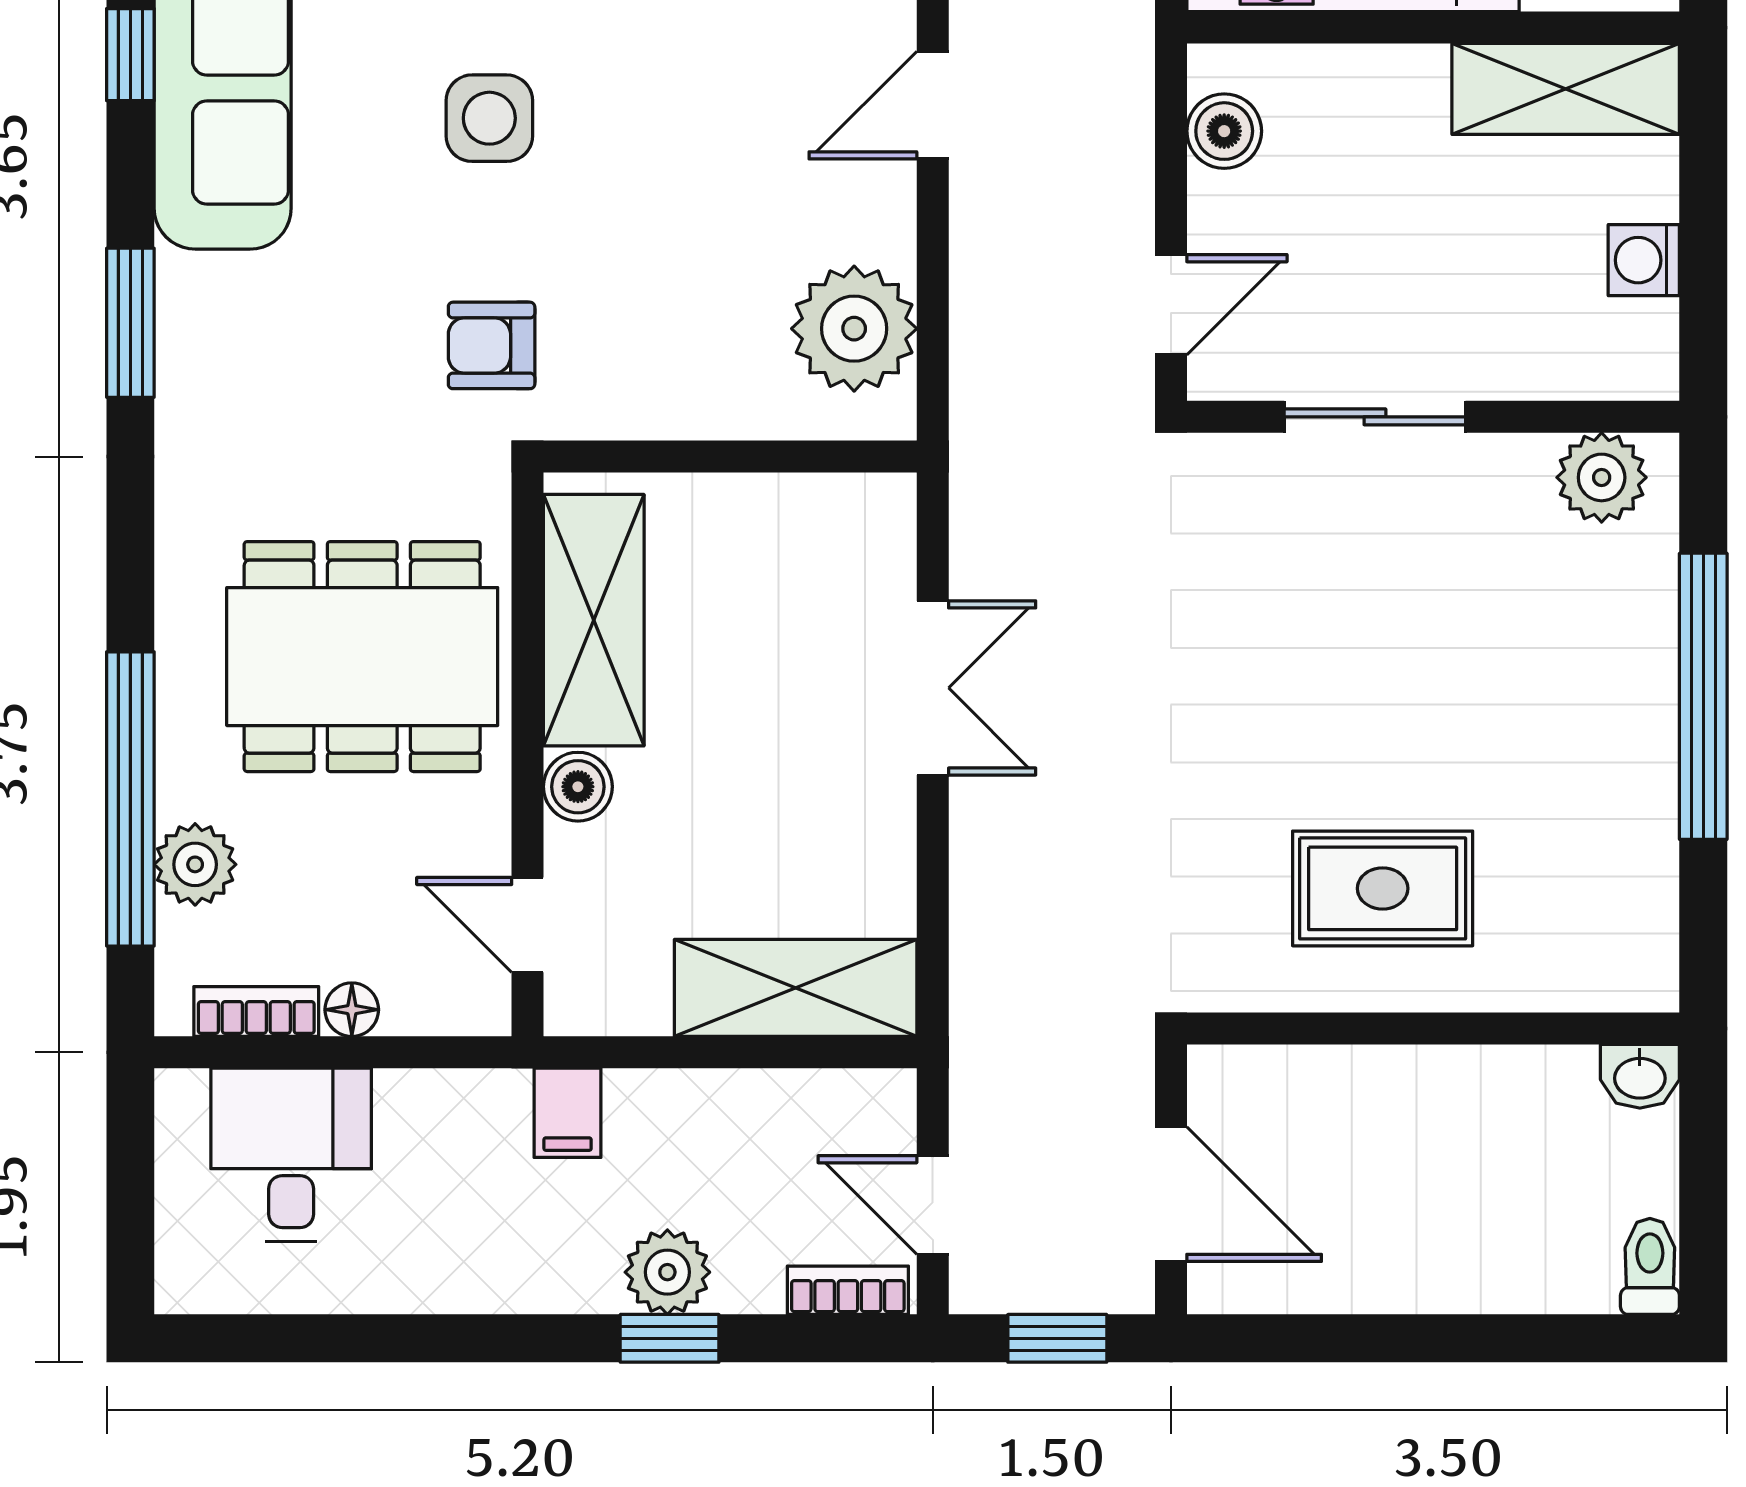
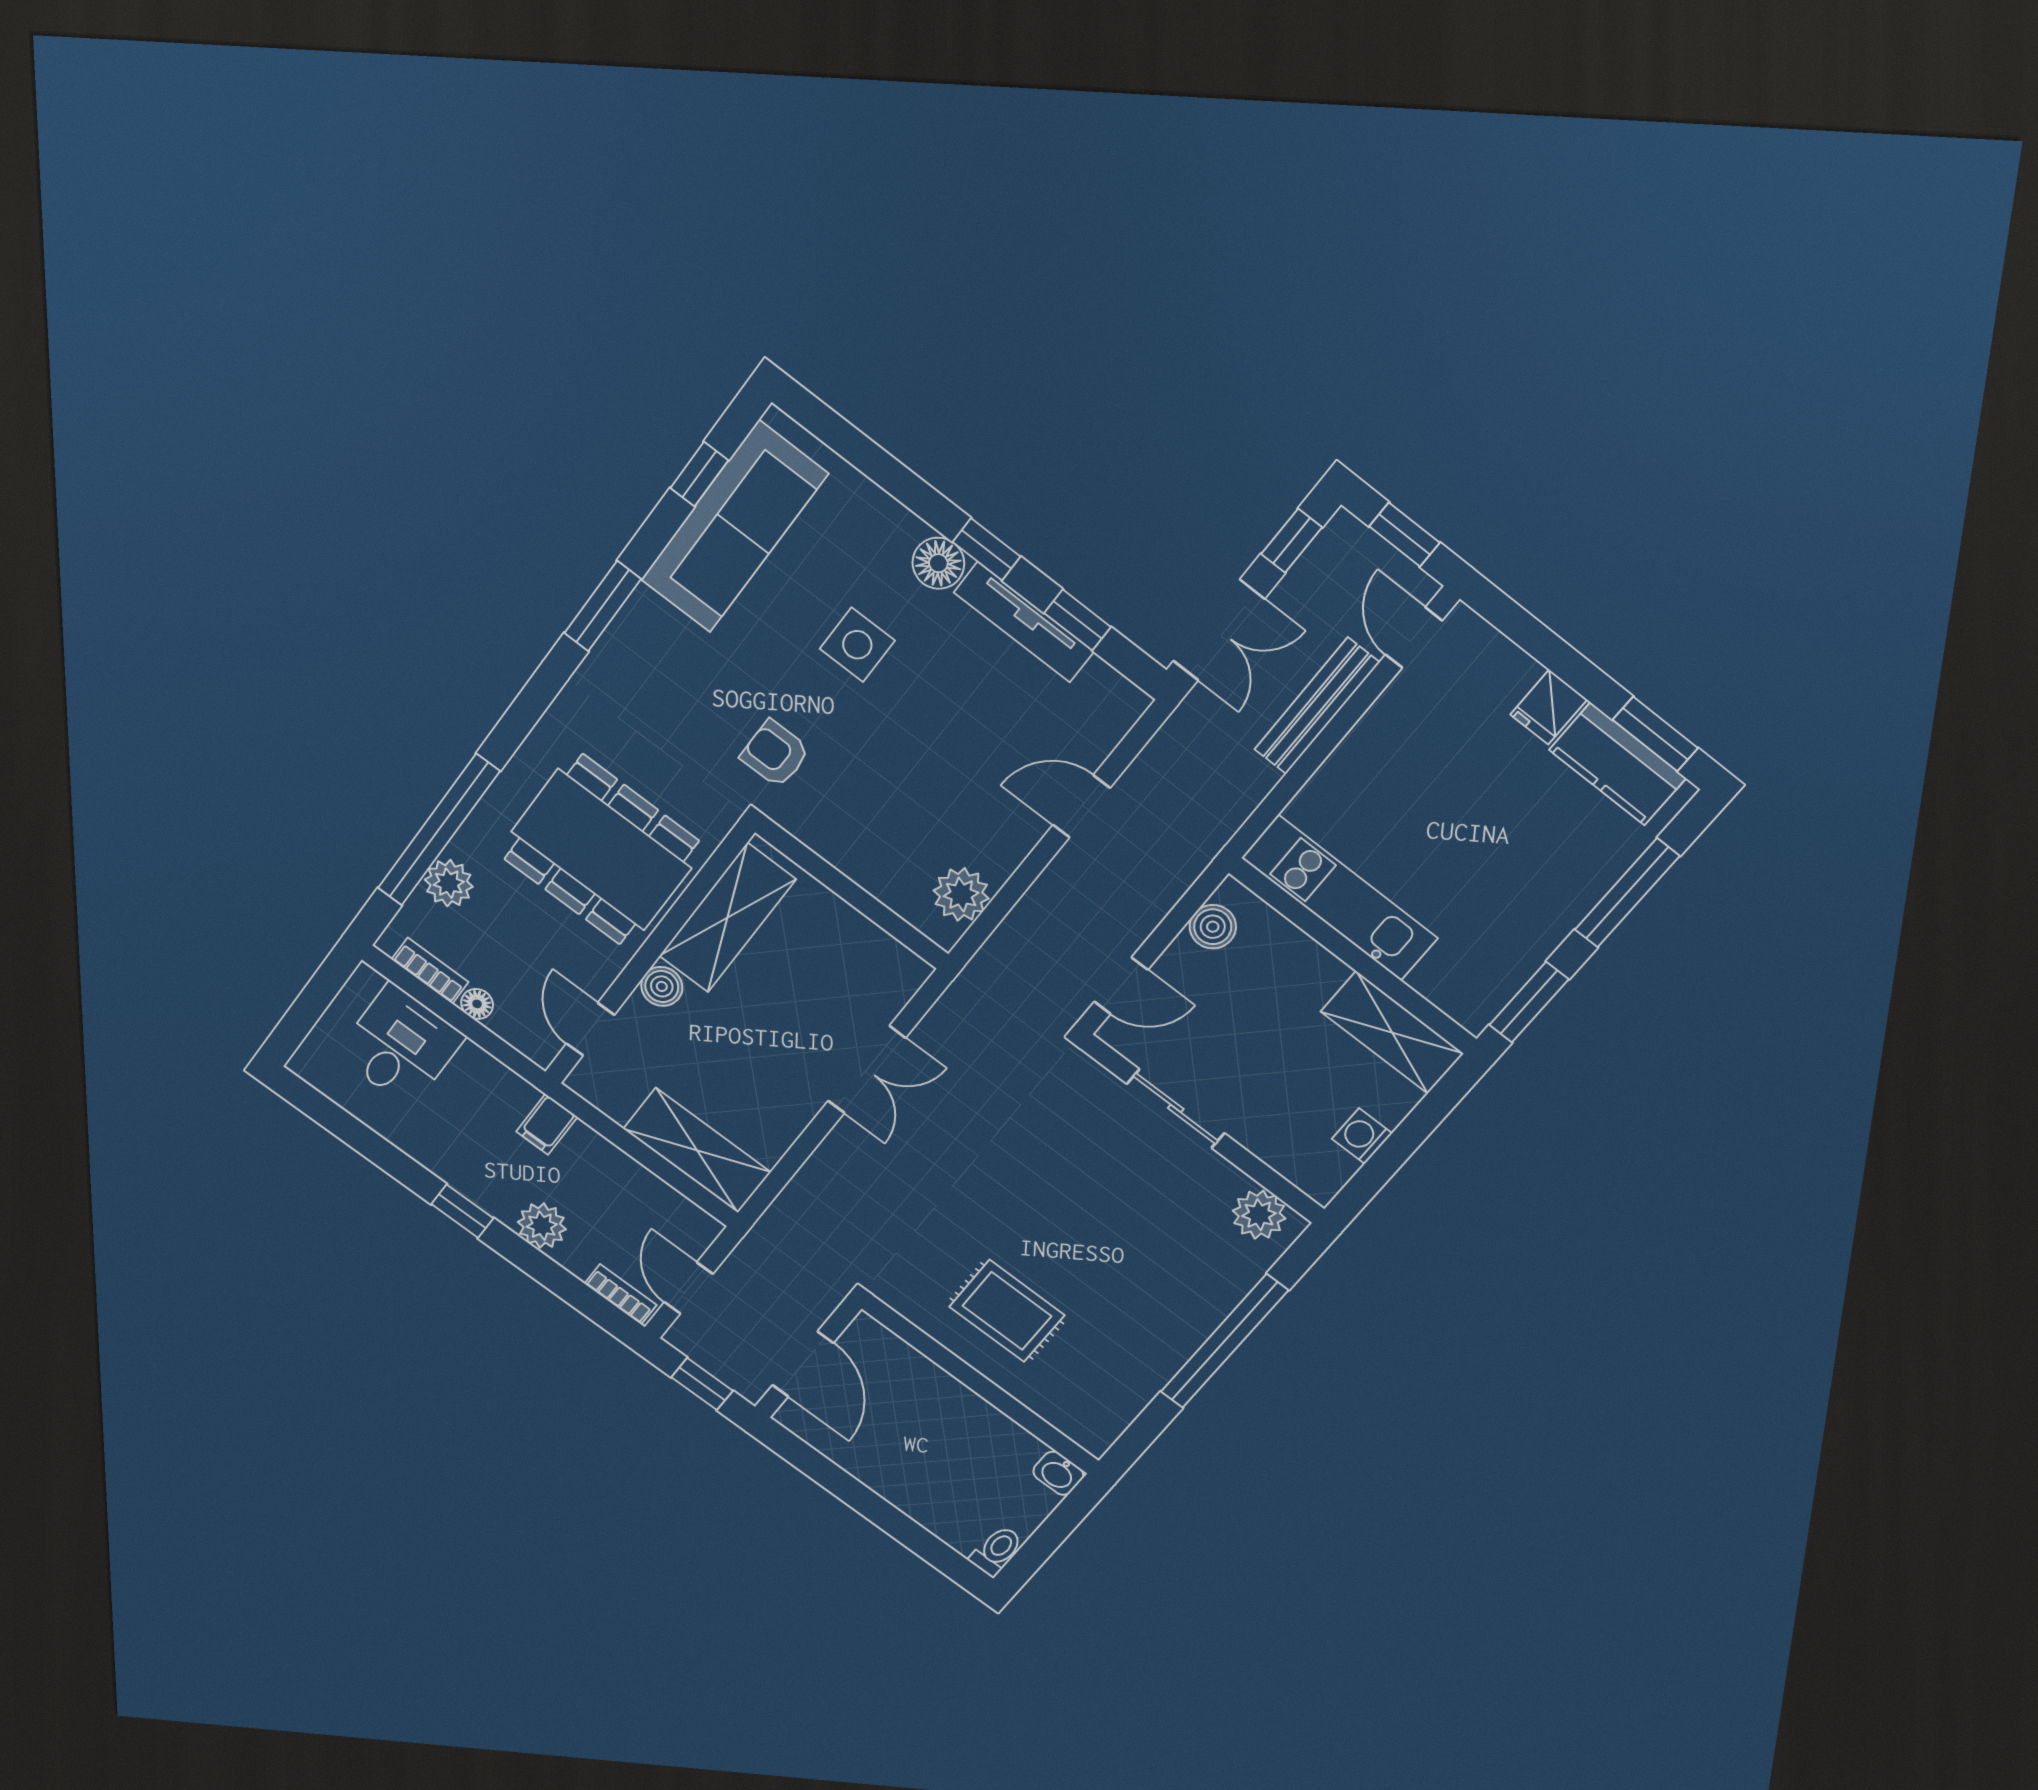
plant: (854, 329) -> (961, 894), width x0.73, depth x0.73
window: (670, 1338) -> (462, 1211), moved

